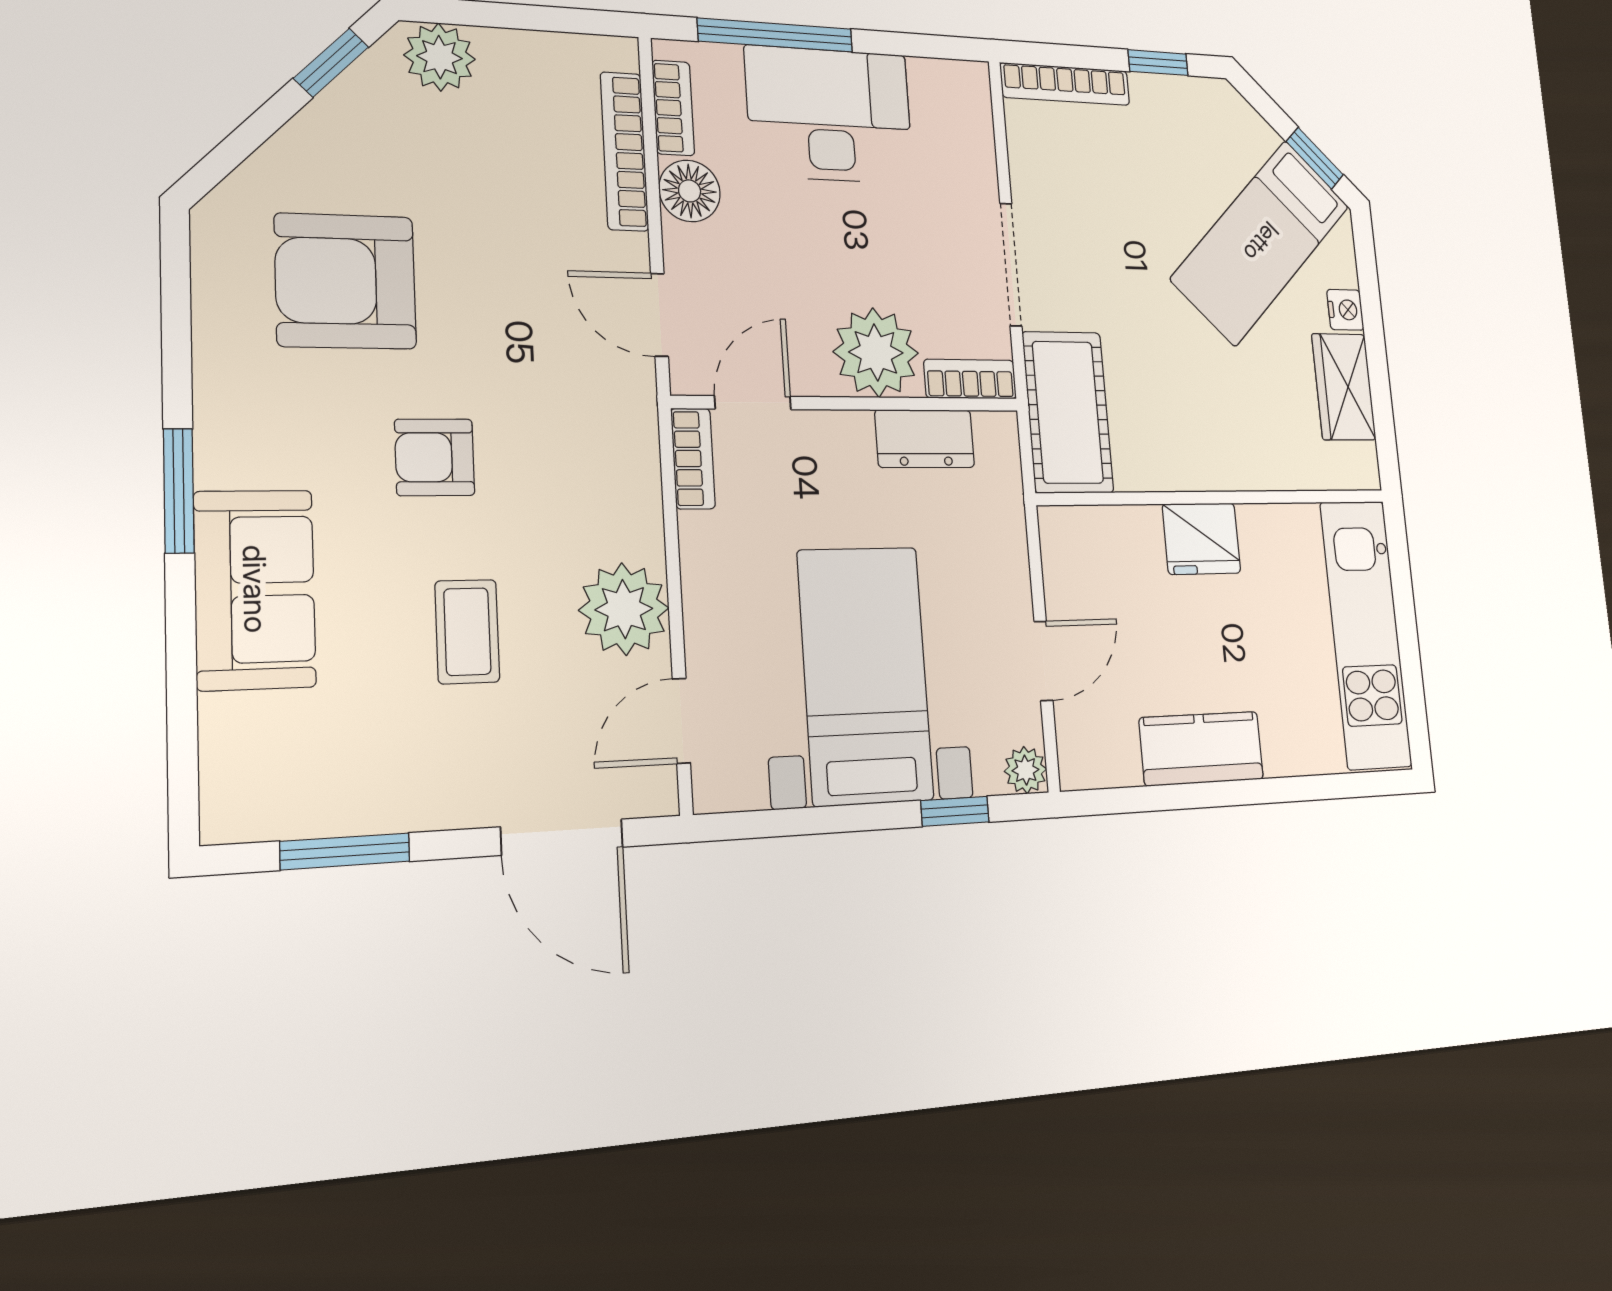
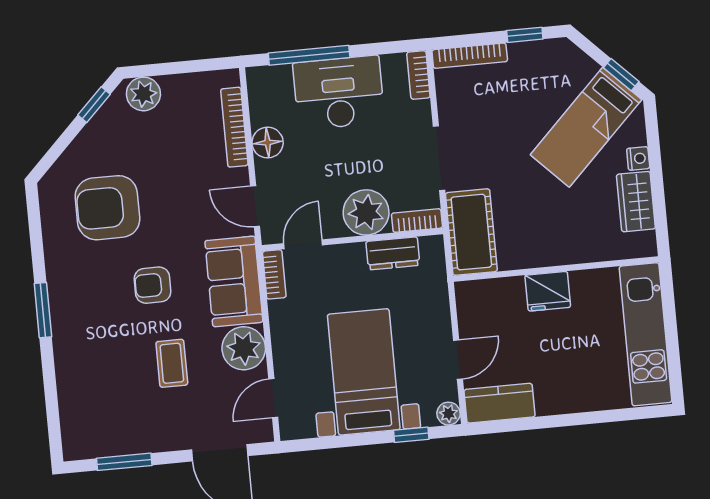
bookcase: (673, 108) -> (418, 75), moved, turned 180
sofa: (255, 589) -> (234, 281), moved, turned 180
kitchen counter: (1201, 749) -> (500, 403), moved

